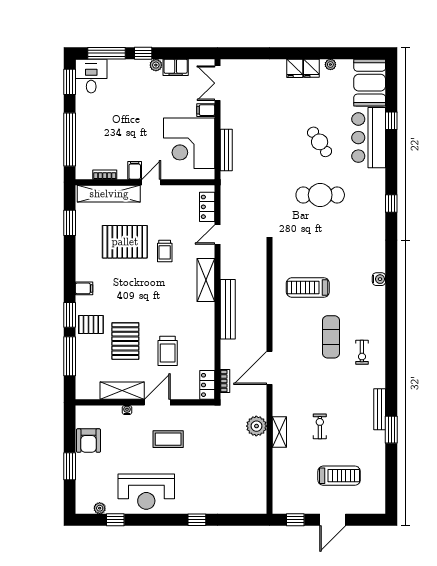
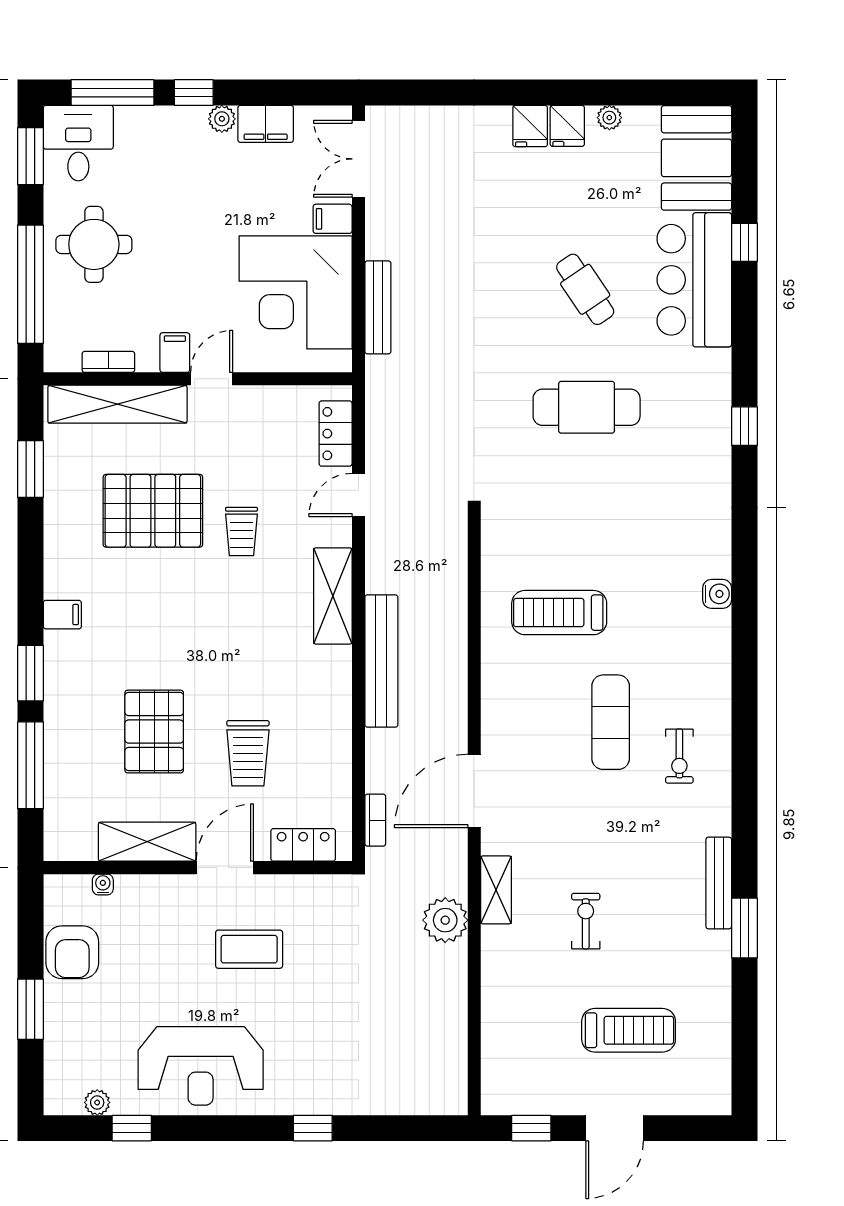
round table: (98, 122) -> (94, 244), added
pallet: (91, 325) -> (78, 695), removed
locker: (207, 385) -> (303, 845), moved, turned 90
water cooler: (127, 410) -> (103, 885), moved
shelving: (279, 432) -> (496, 890), moved

